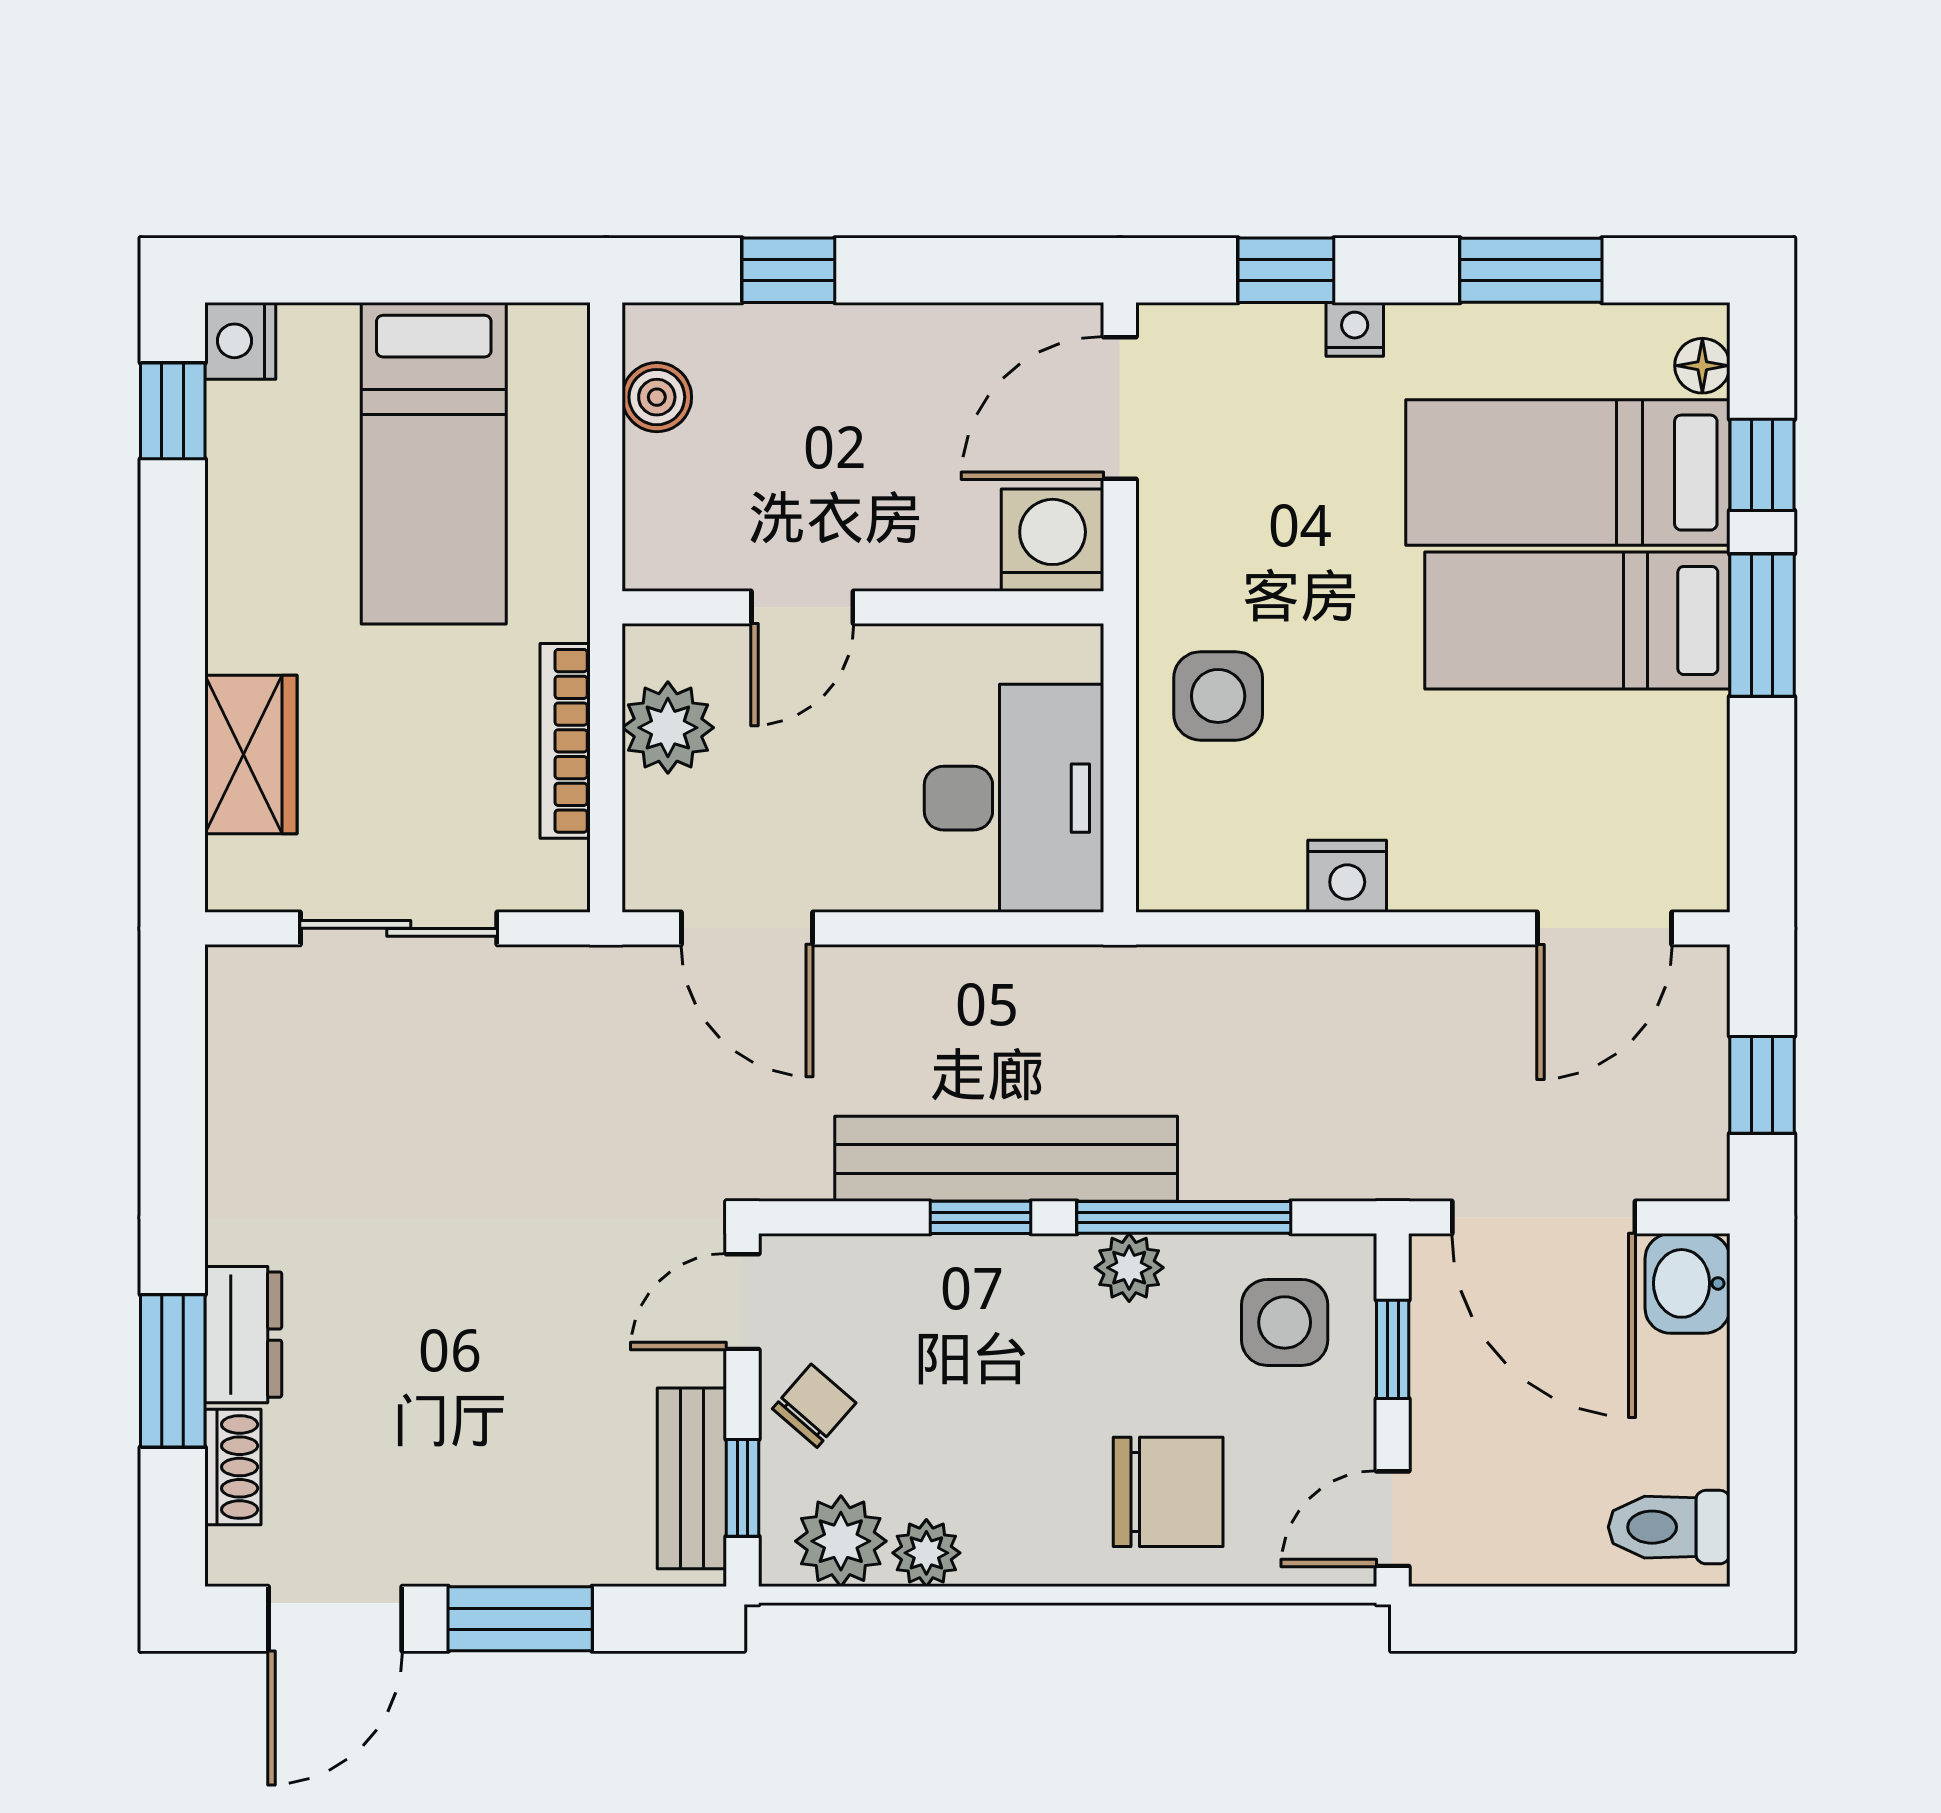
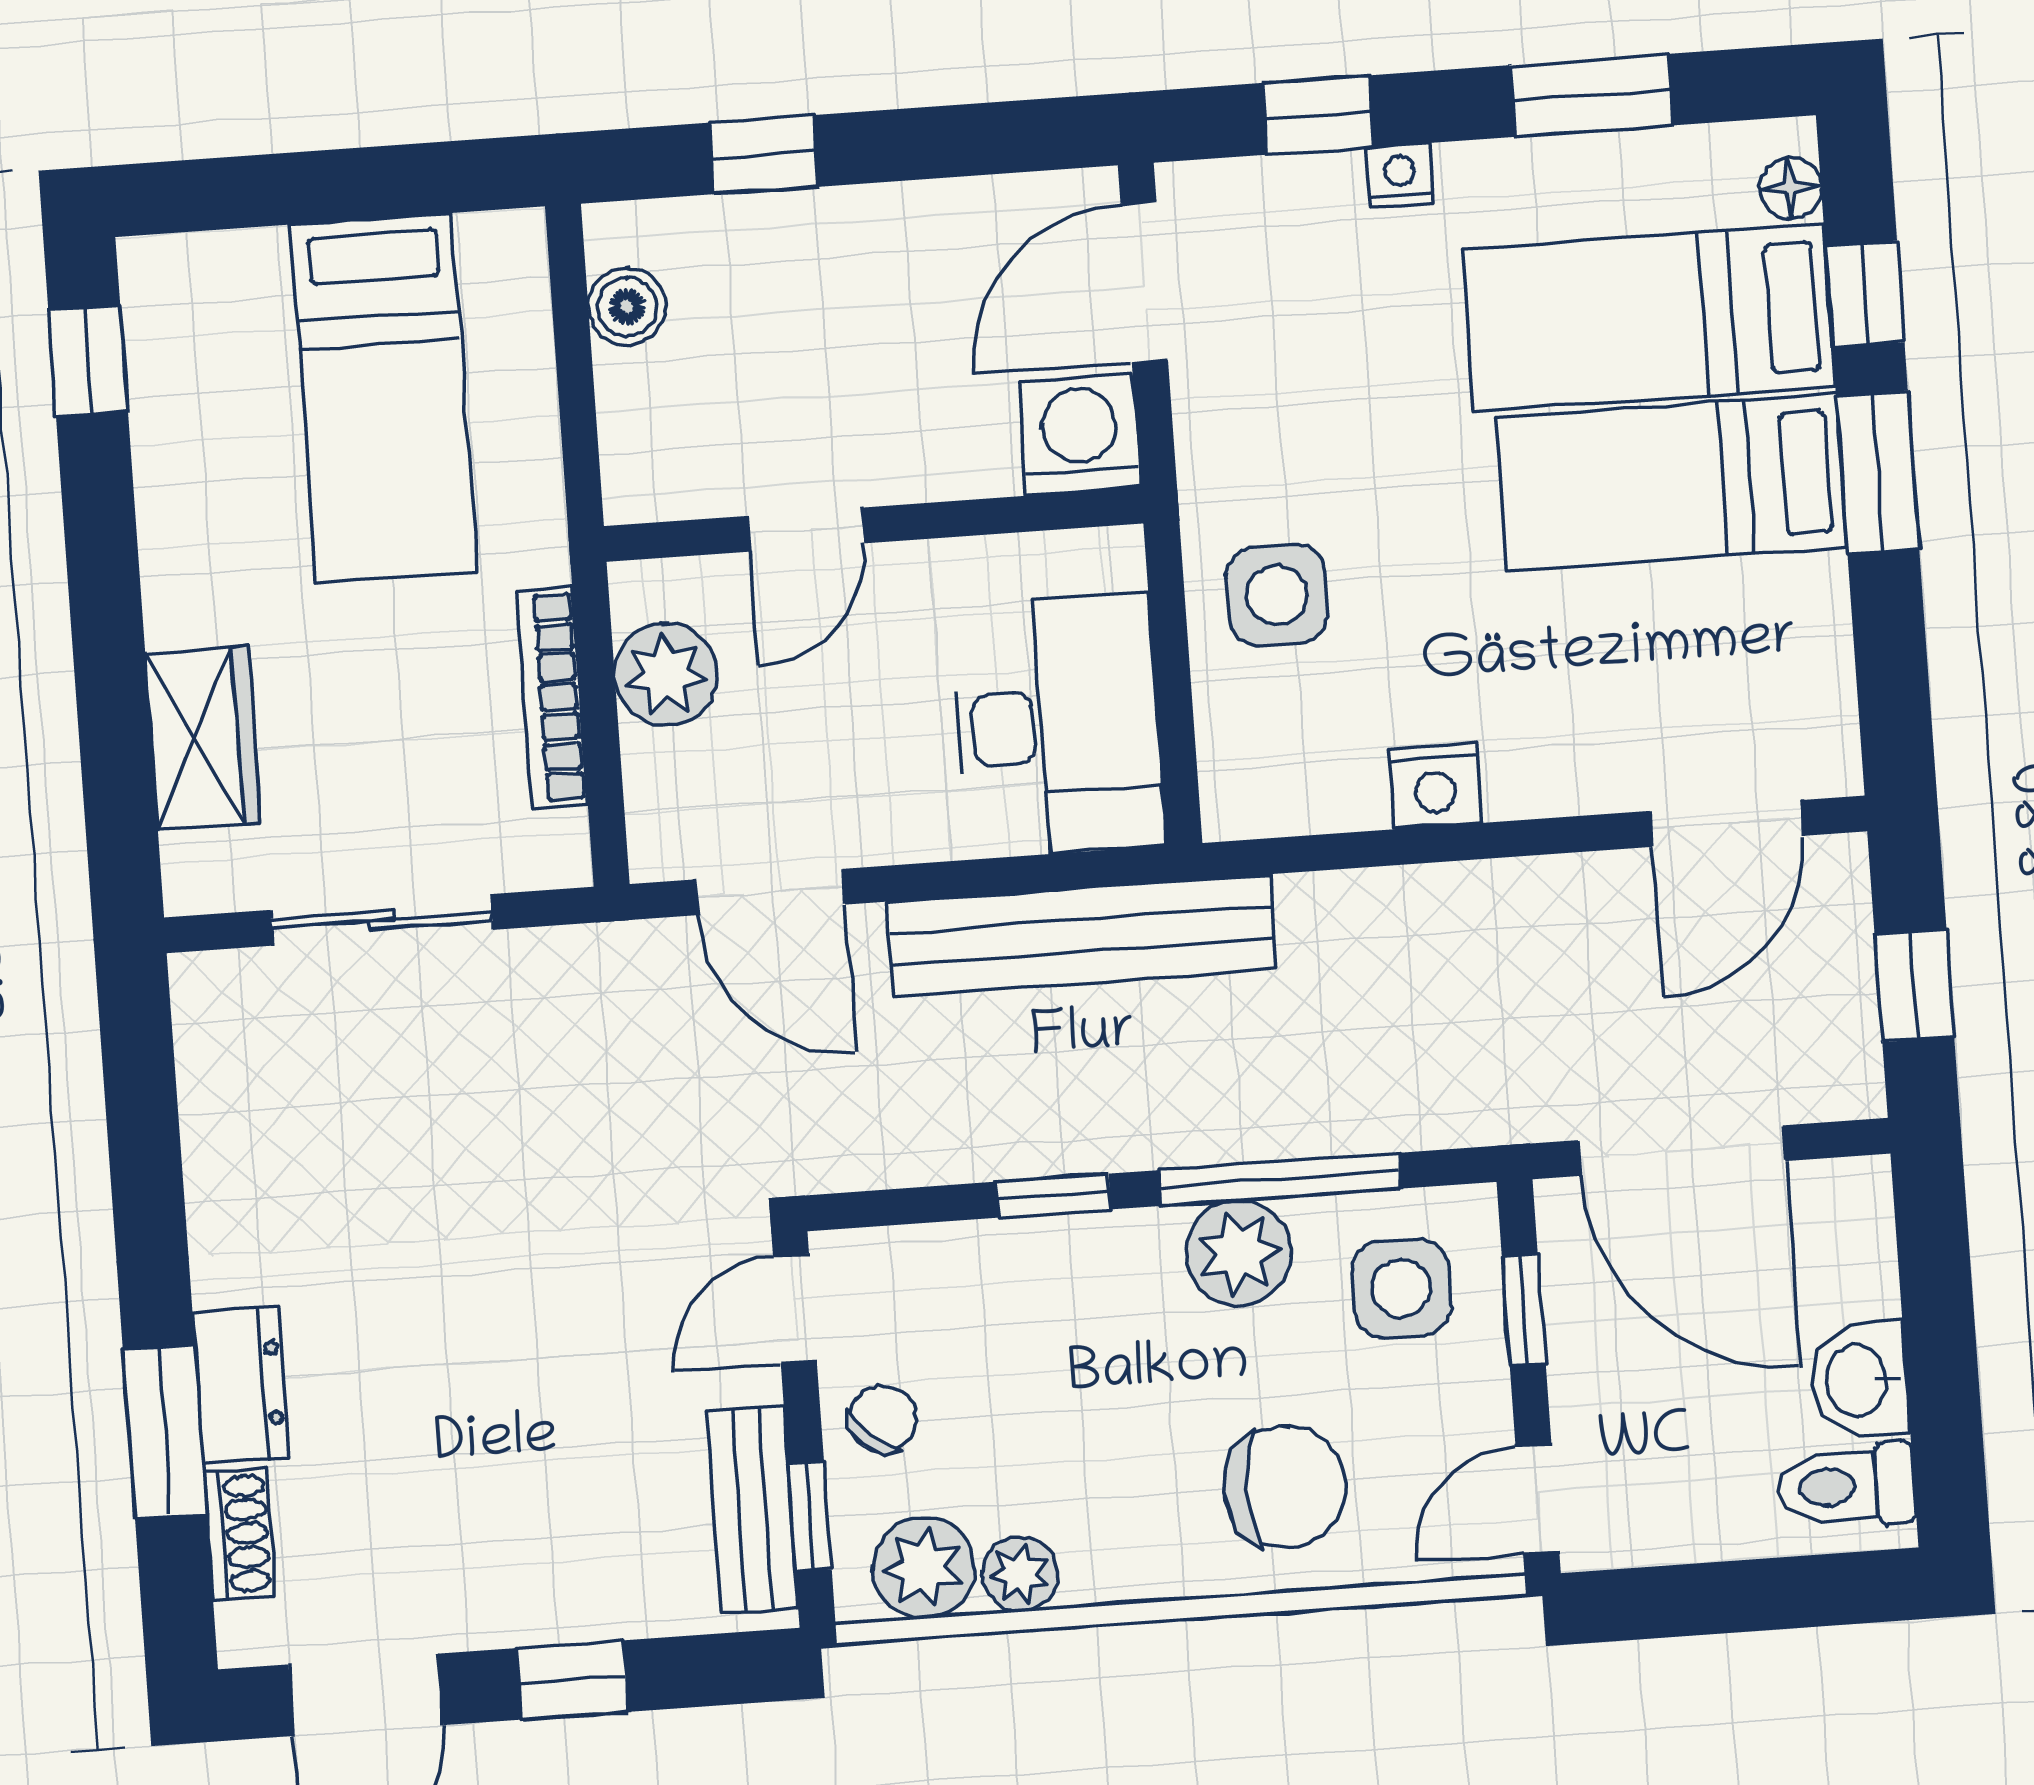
nightstand: (240, 341) -> (158, 277), removed
bench: (1006, 1159) -> (1081, 935), moved
plant: (1129, 1268) -> (1239, 1253), width x1.38, depth x1.38
washbasin: (1687, 1283) -> (1859, 1380), moved
window: (520, 1619) -> (572, 1680), width x0.67

